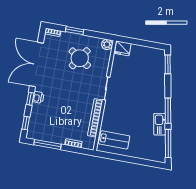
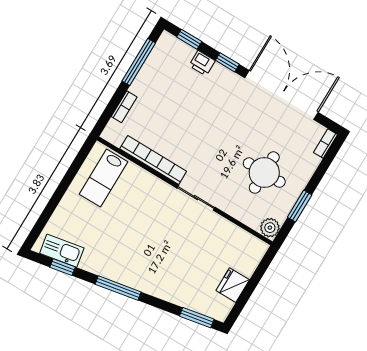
window: (75, 31) -> (300, 206), moved
fridge: (123, 48) -> (233, 285), moved
round table: (80, 58) -> (264, 173), turned -34
printer: (38, 97) -> (202, 63), moved
kitchen sink: (160, 124) -> (62, 251), moved
window: (168, 143) -> (63, 267), width x0.46

